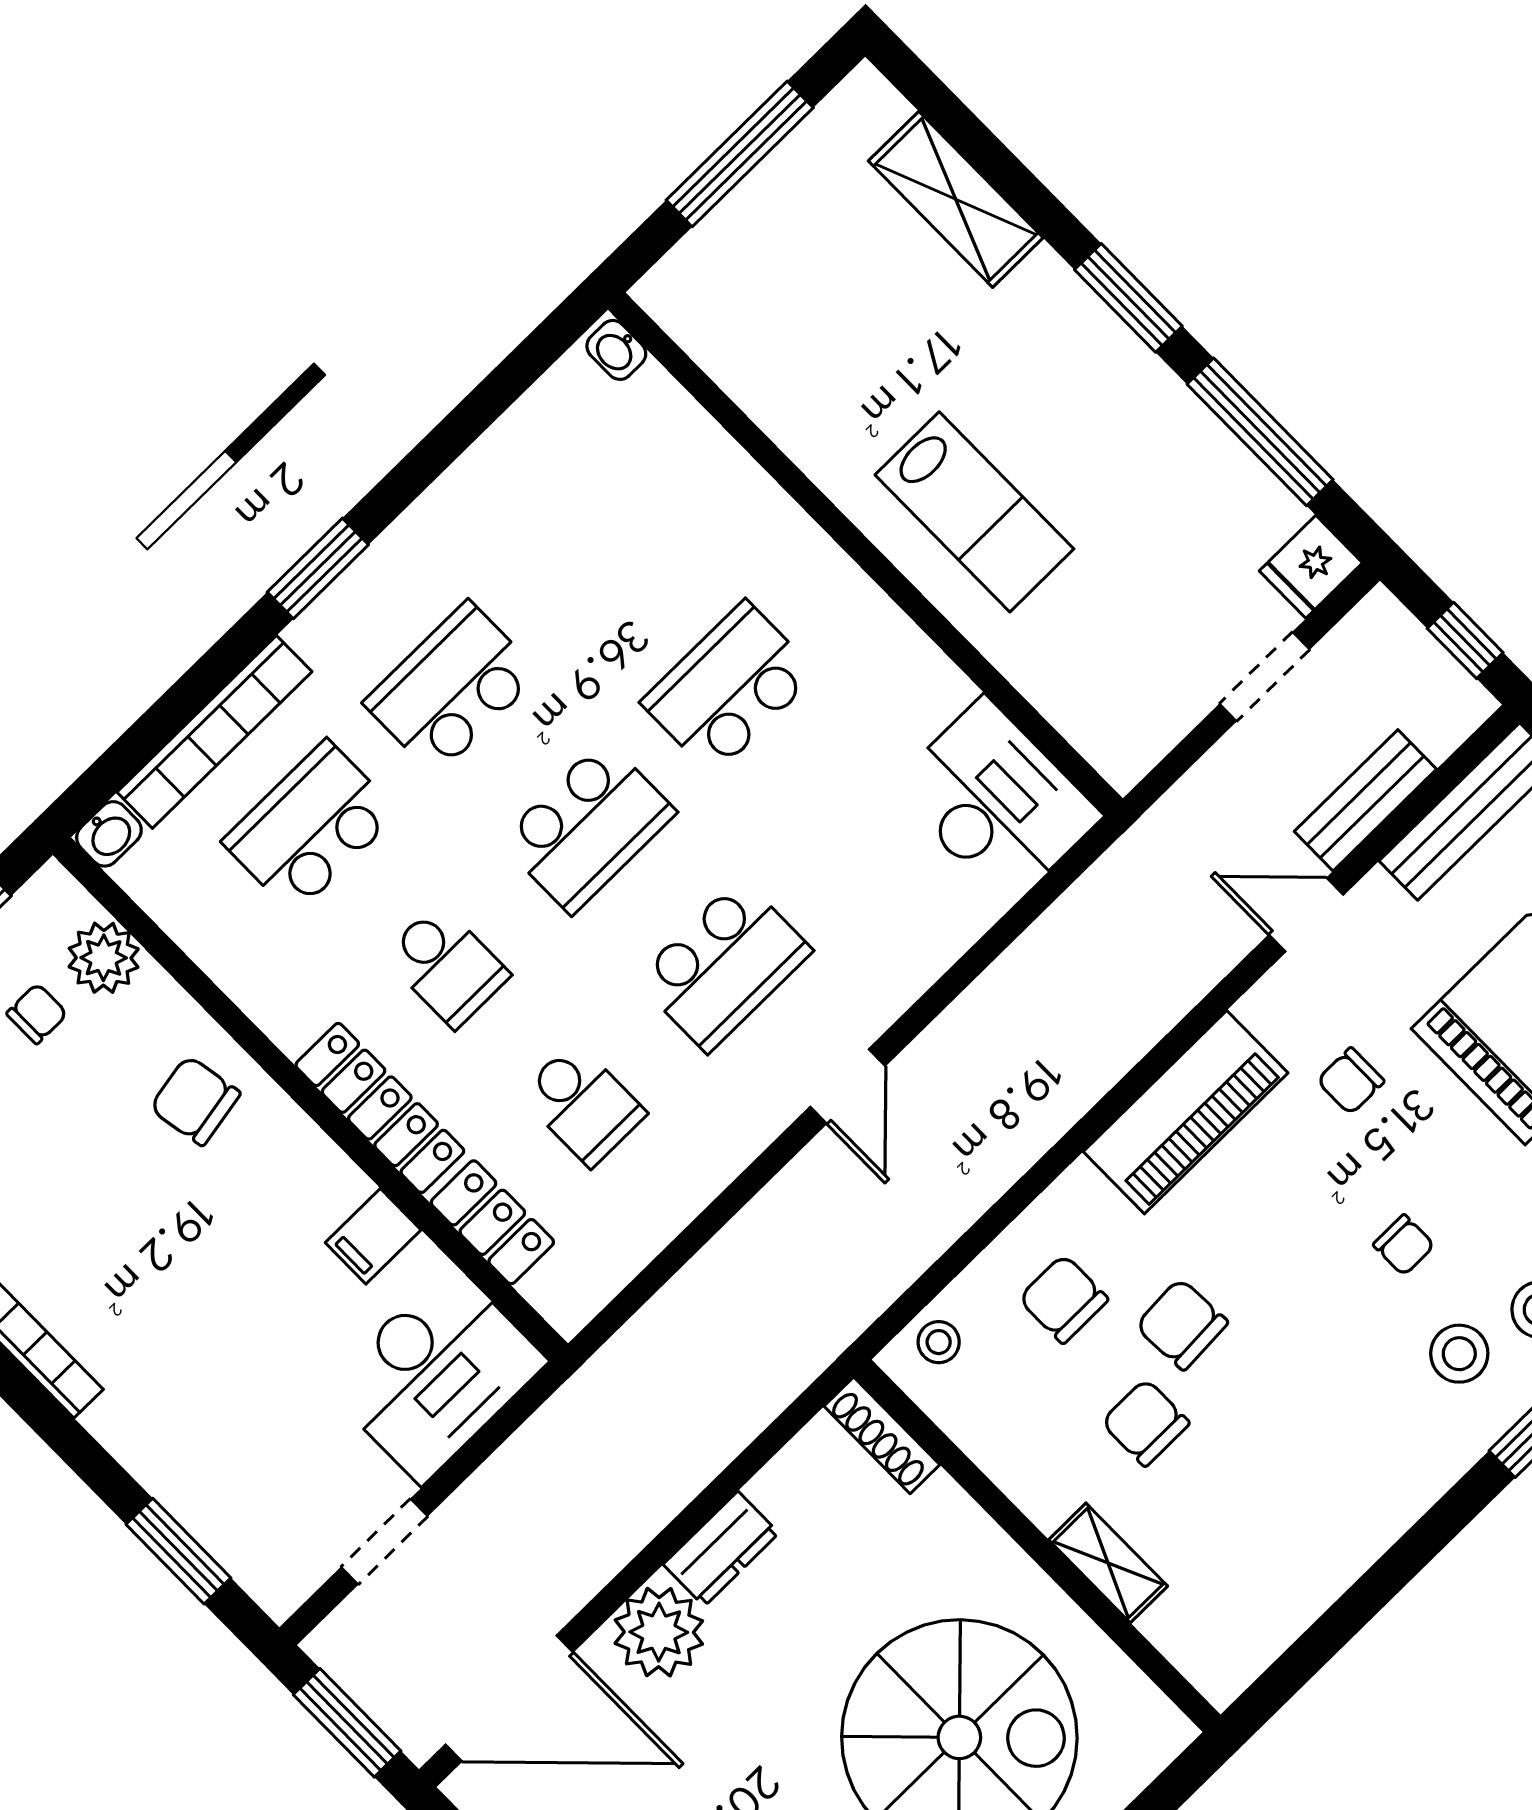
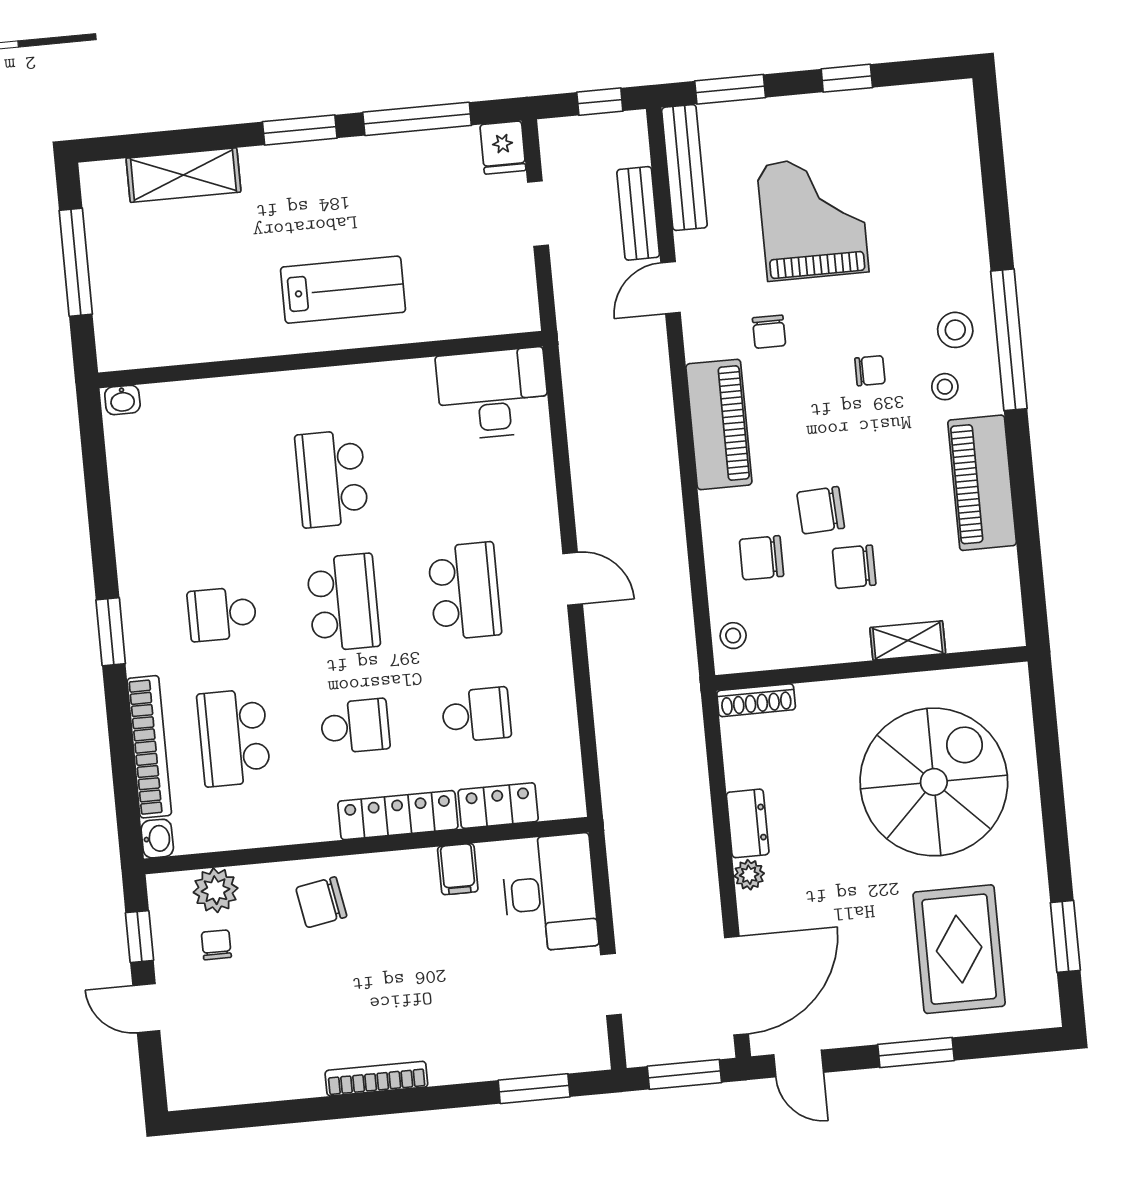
school desk: (452, 688) -> (222, 614), width x0.54
stool: (1459, 1354) -> (945, 387), width x0.73, depth x0.73
piano: (1378, 1496) -> (982, 483), added
plant: (659, 1632) -> (749, 875), width x0.53, depth x0.53

